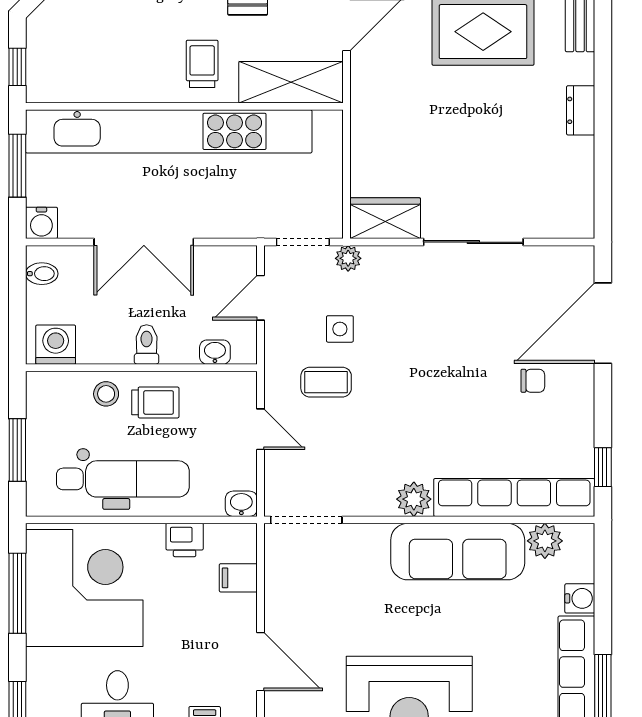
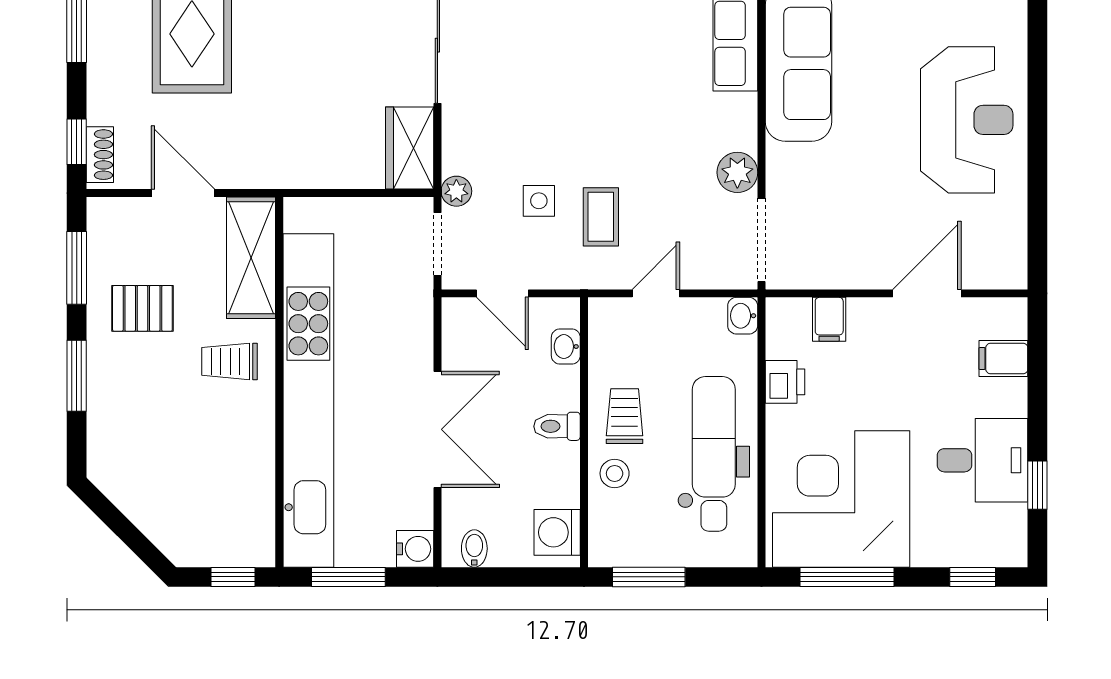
window: (17, 450) -> (649, 577), moved
plant: (414, 499) -> (737, 172), moved

